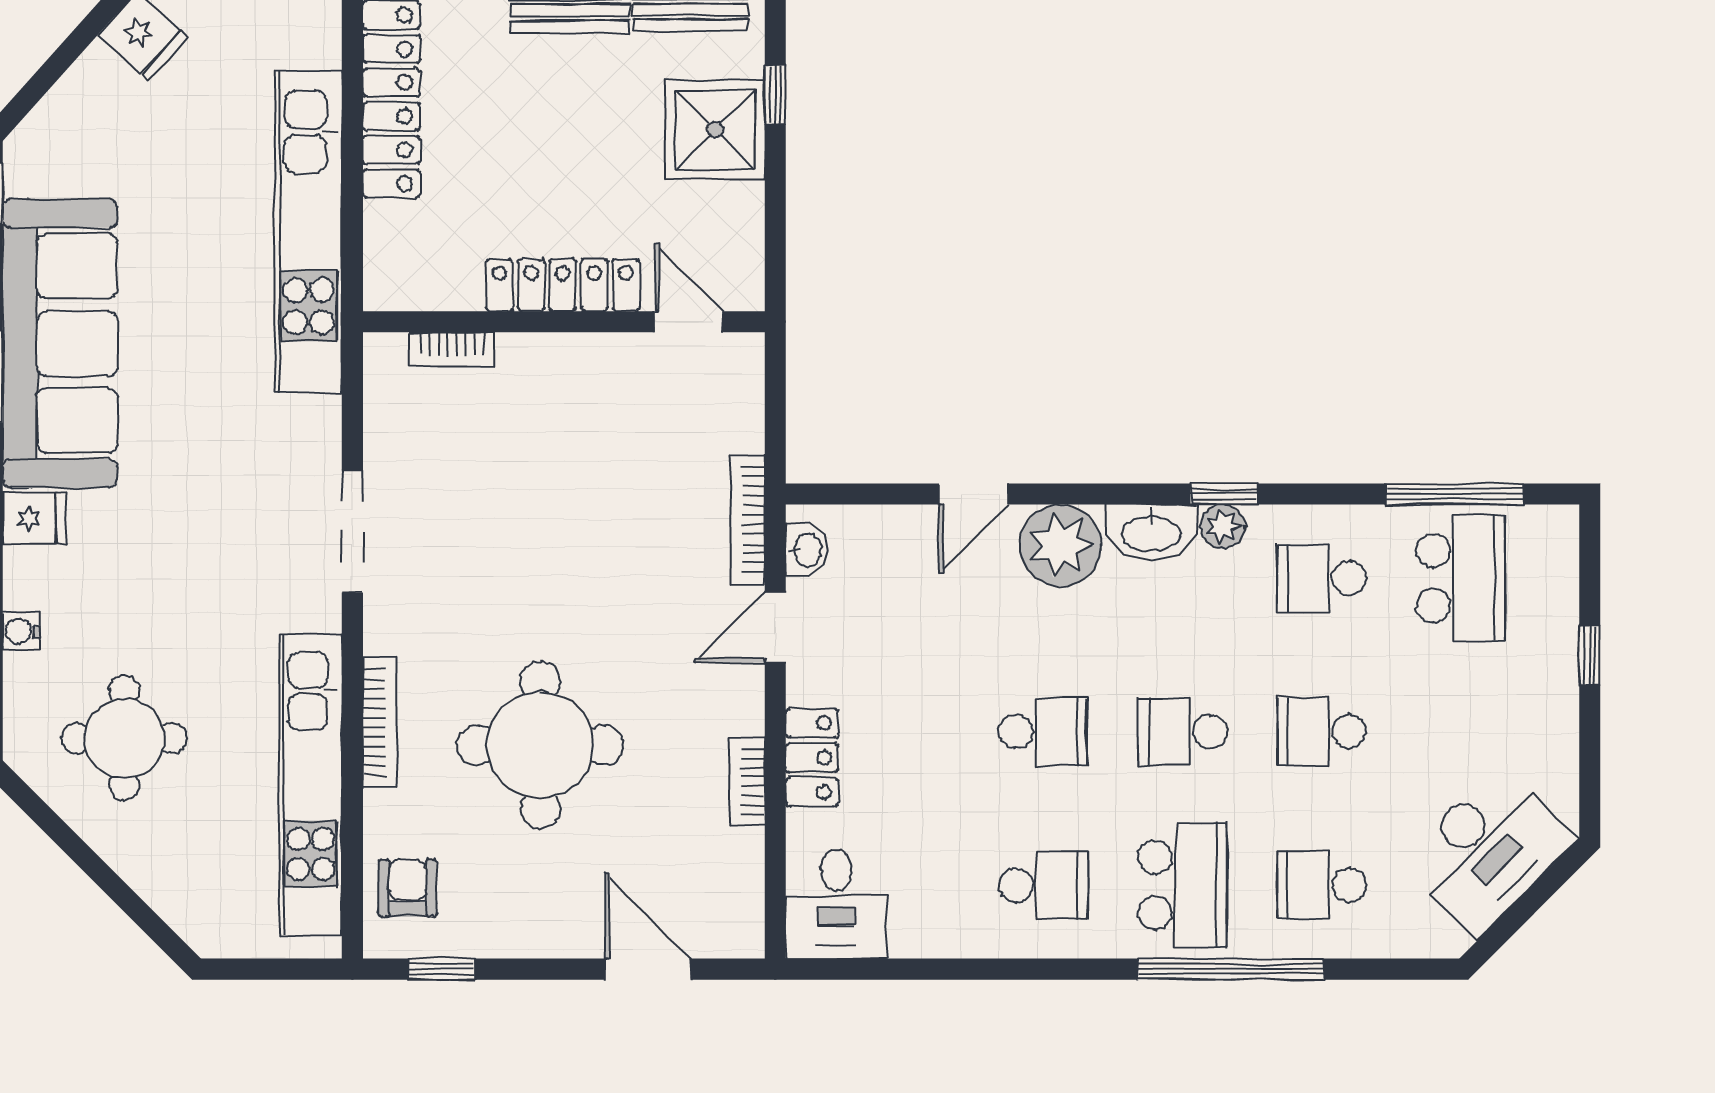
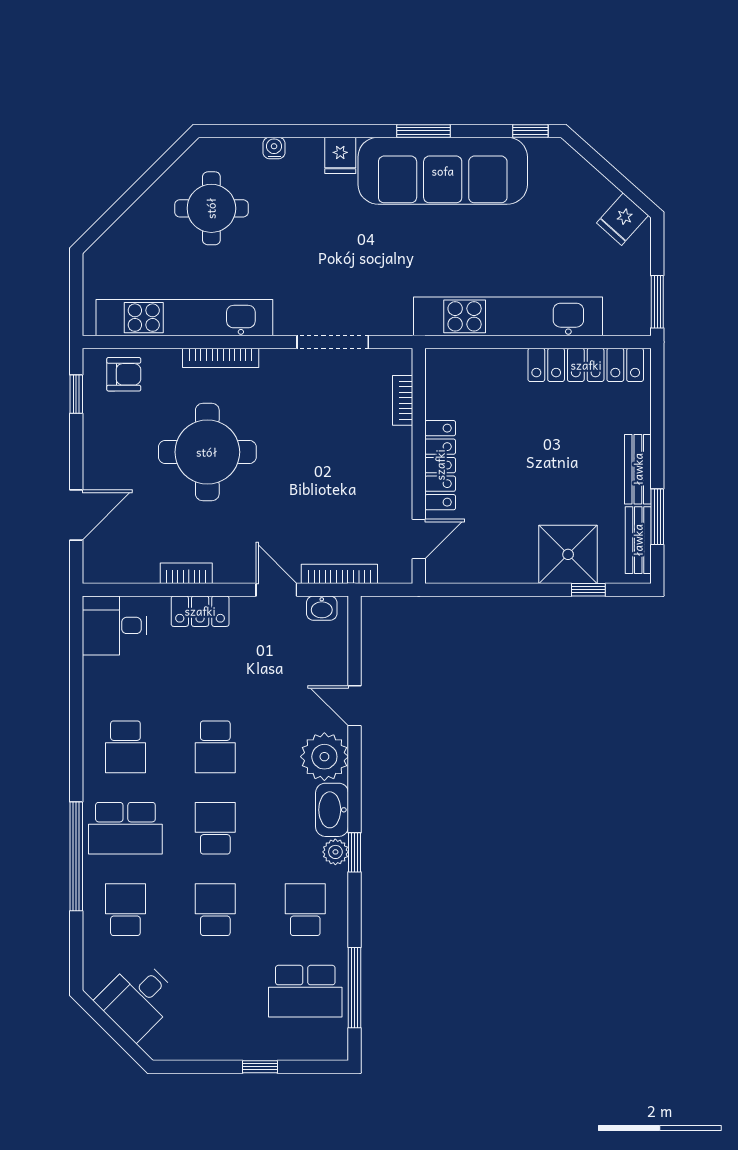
locker: (563, 285) -> (440, 465), moved
wall: (564, 322) -> (419, 466), moved
door: (689, 322) -> (419, 539), moved
bookcase: (452, 349) -> (403, 400), moved
desk: (1488, 850) -> (138, 999), width x0.73

